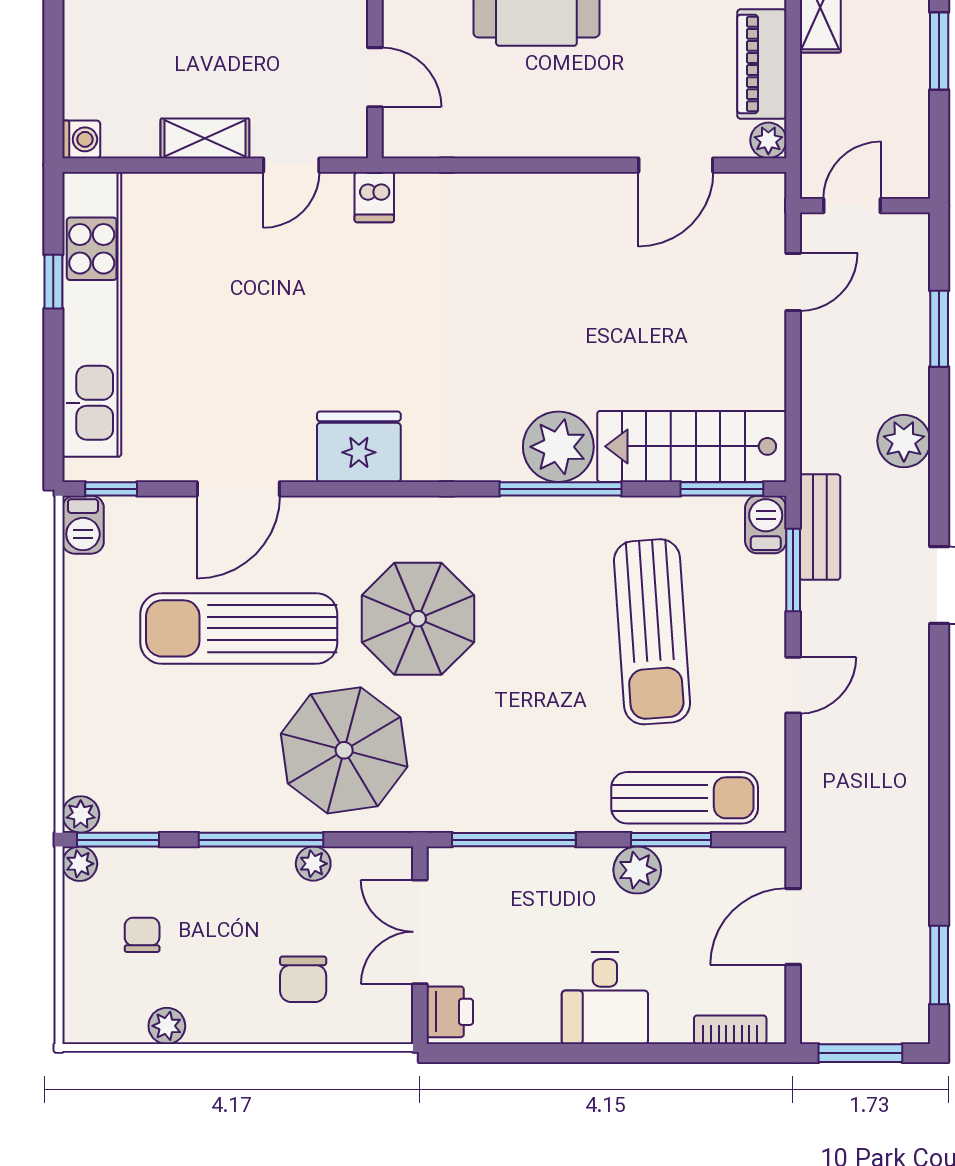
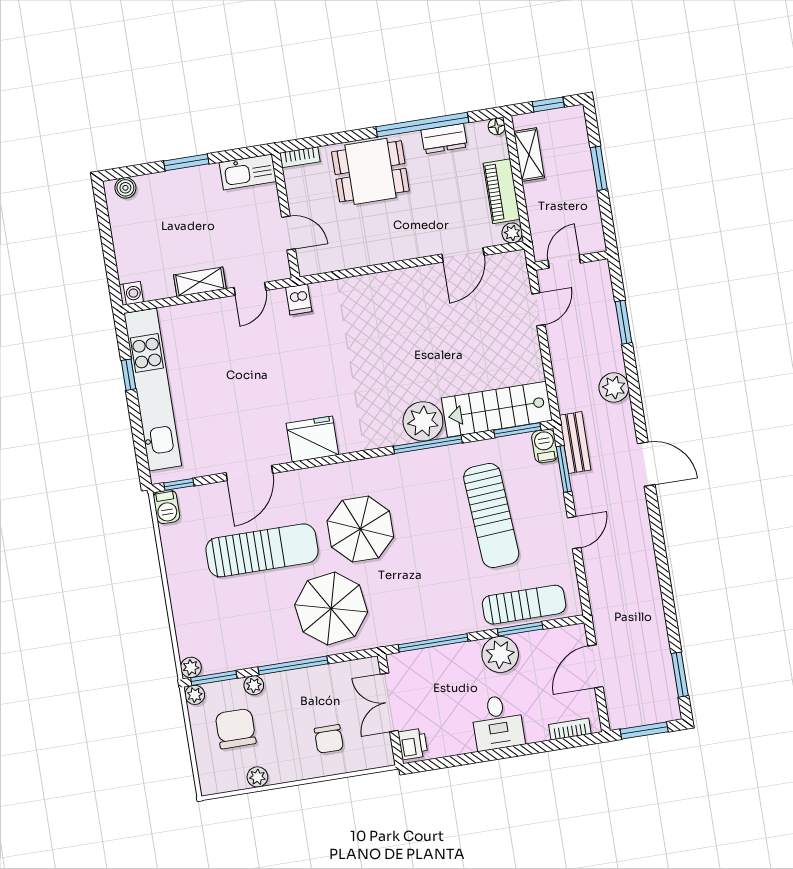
sun lounger: (239, 628) -> (262, 550), turned 180
plant: (313, 864) -> (254, 685), moved
plant: (637, 870) -> (500, 654), width x1.36, depth x1.36
chair: (142, 935) -> (236, 729), width x1.87, depth x1.87

